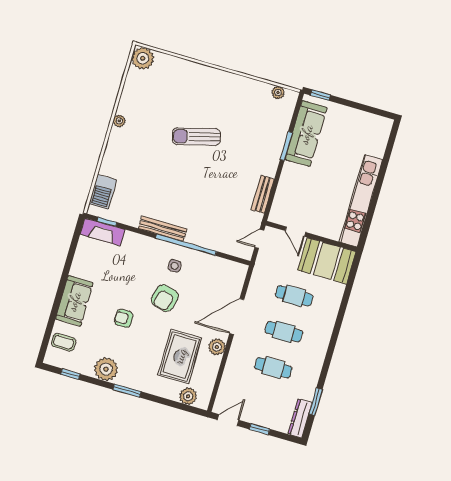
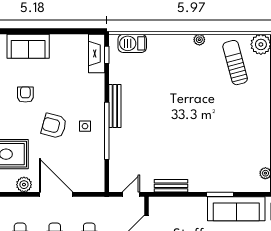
sun lounger: (196, 137) -> (235, 63), moved
door: (259, 239) -> (131, 194), hinge flipped

